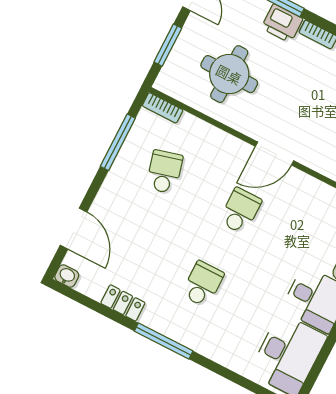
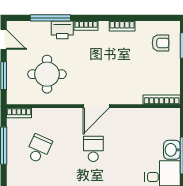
school desk: (164, 172) -> (39, 149), turned 39

